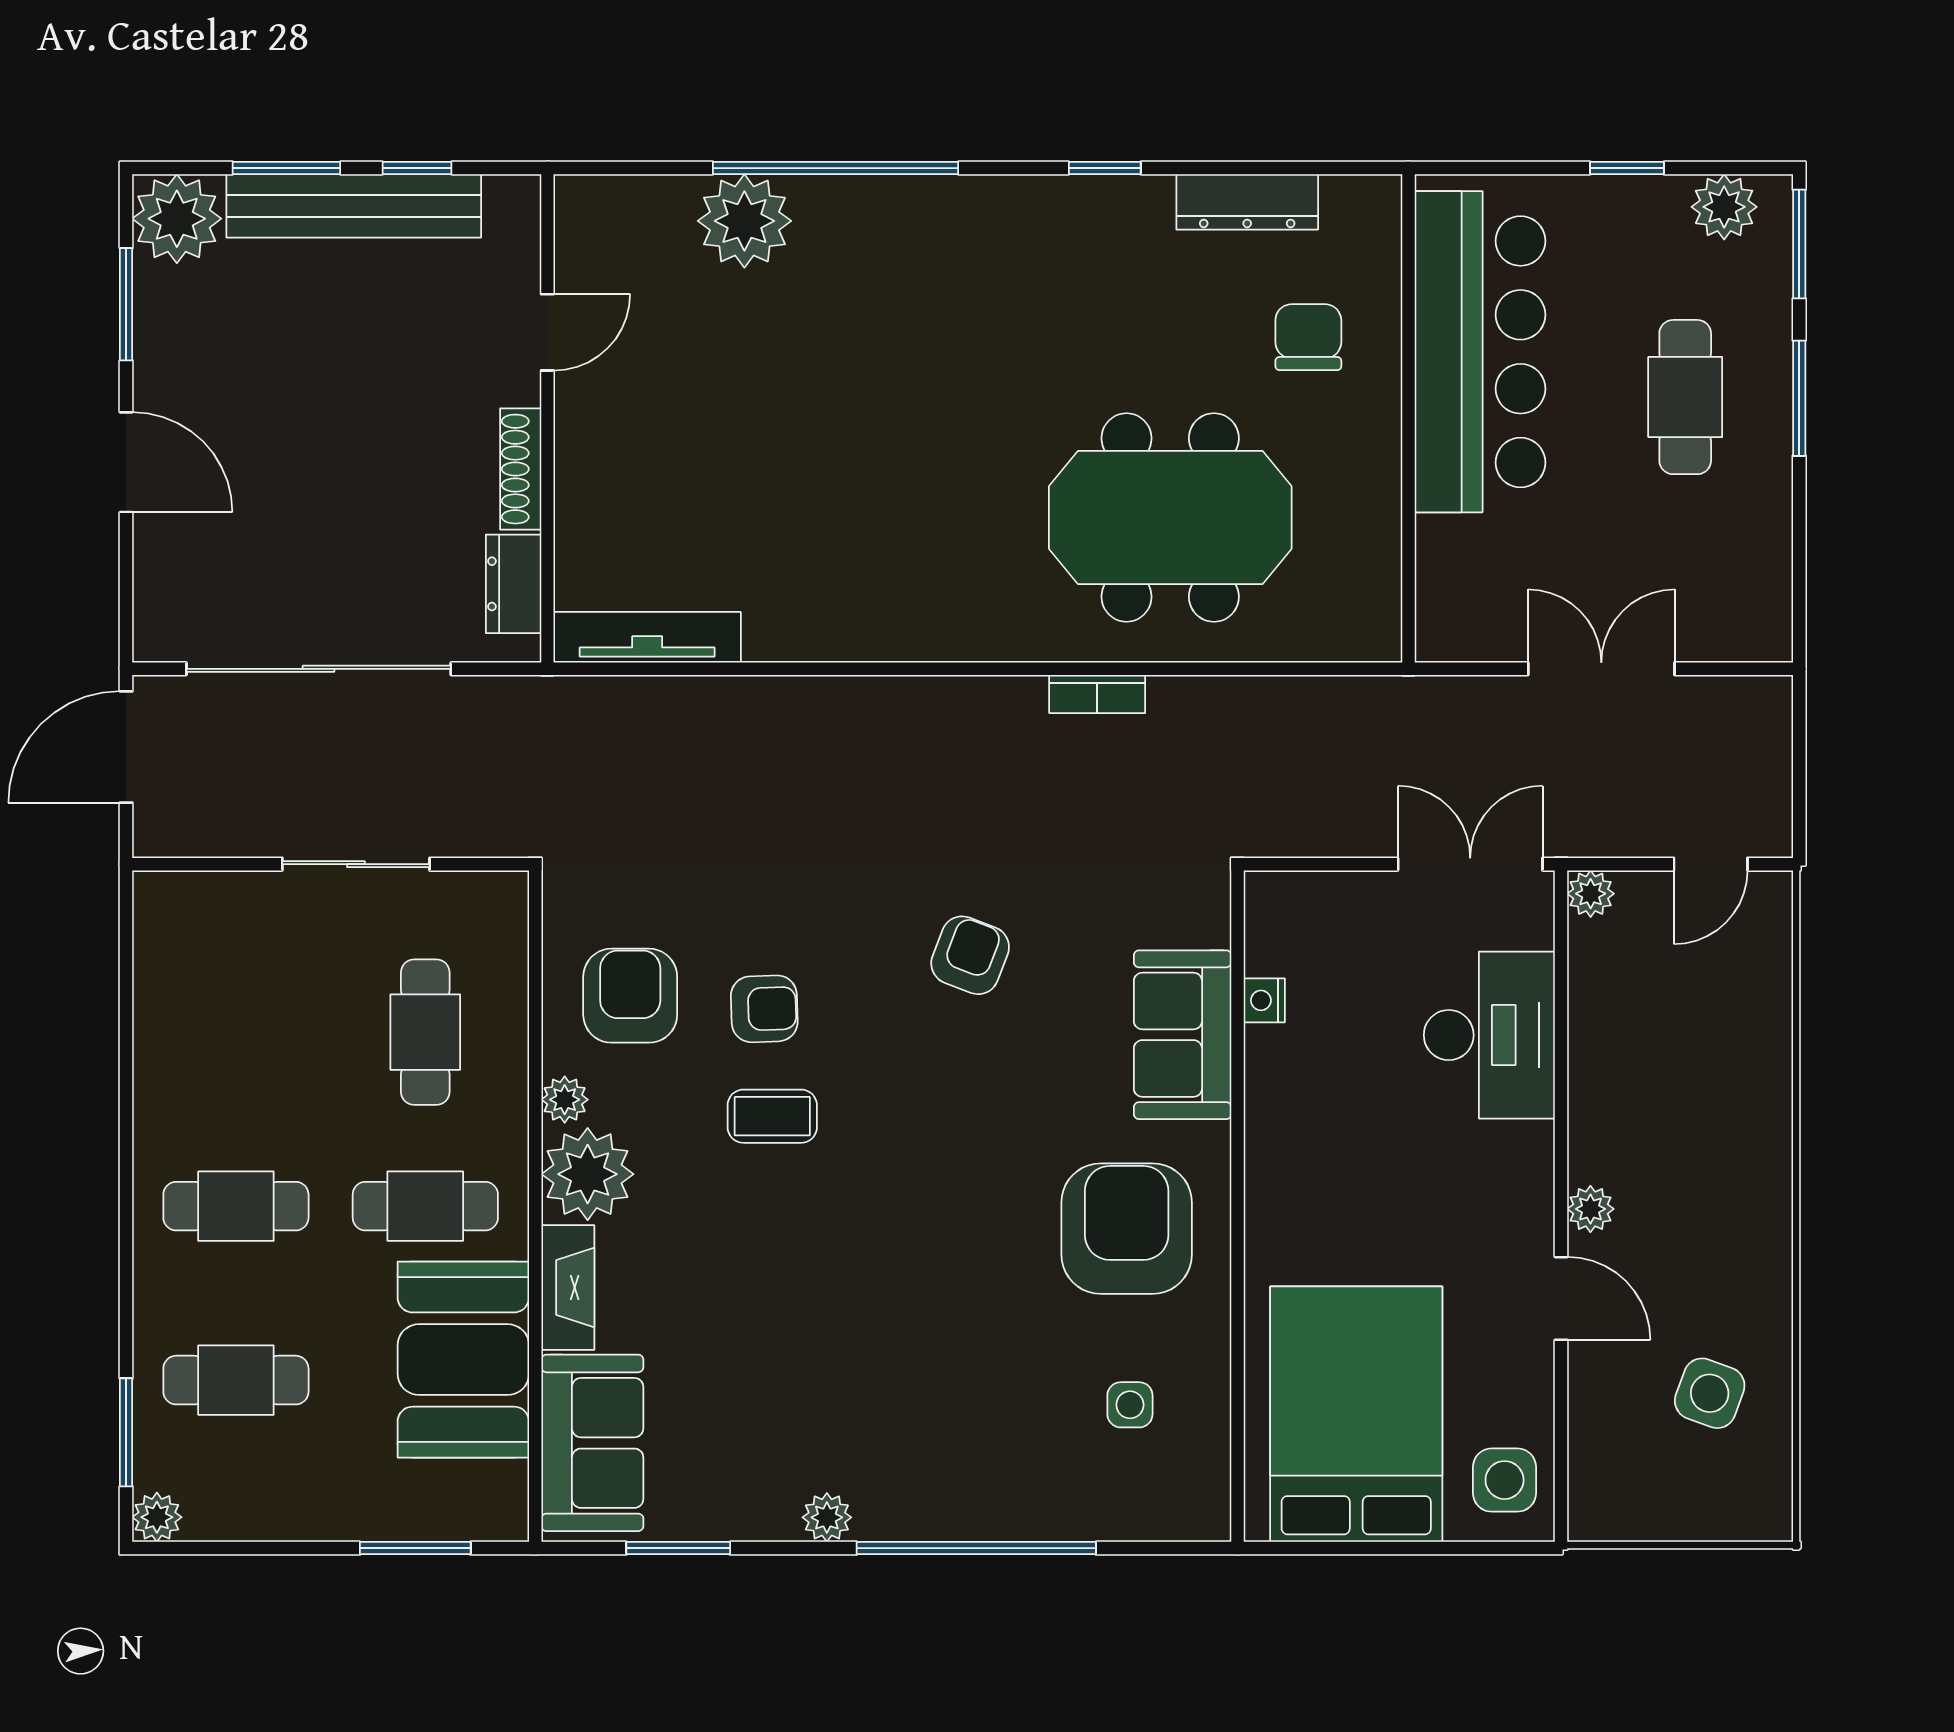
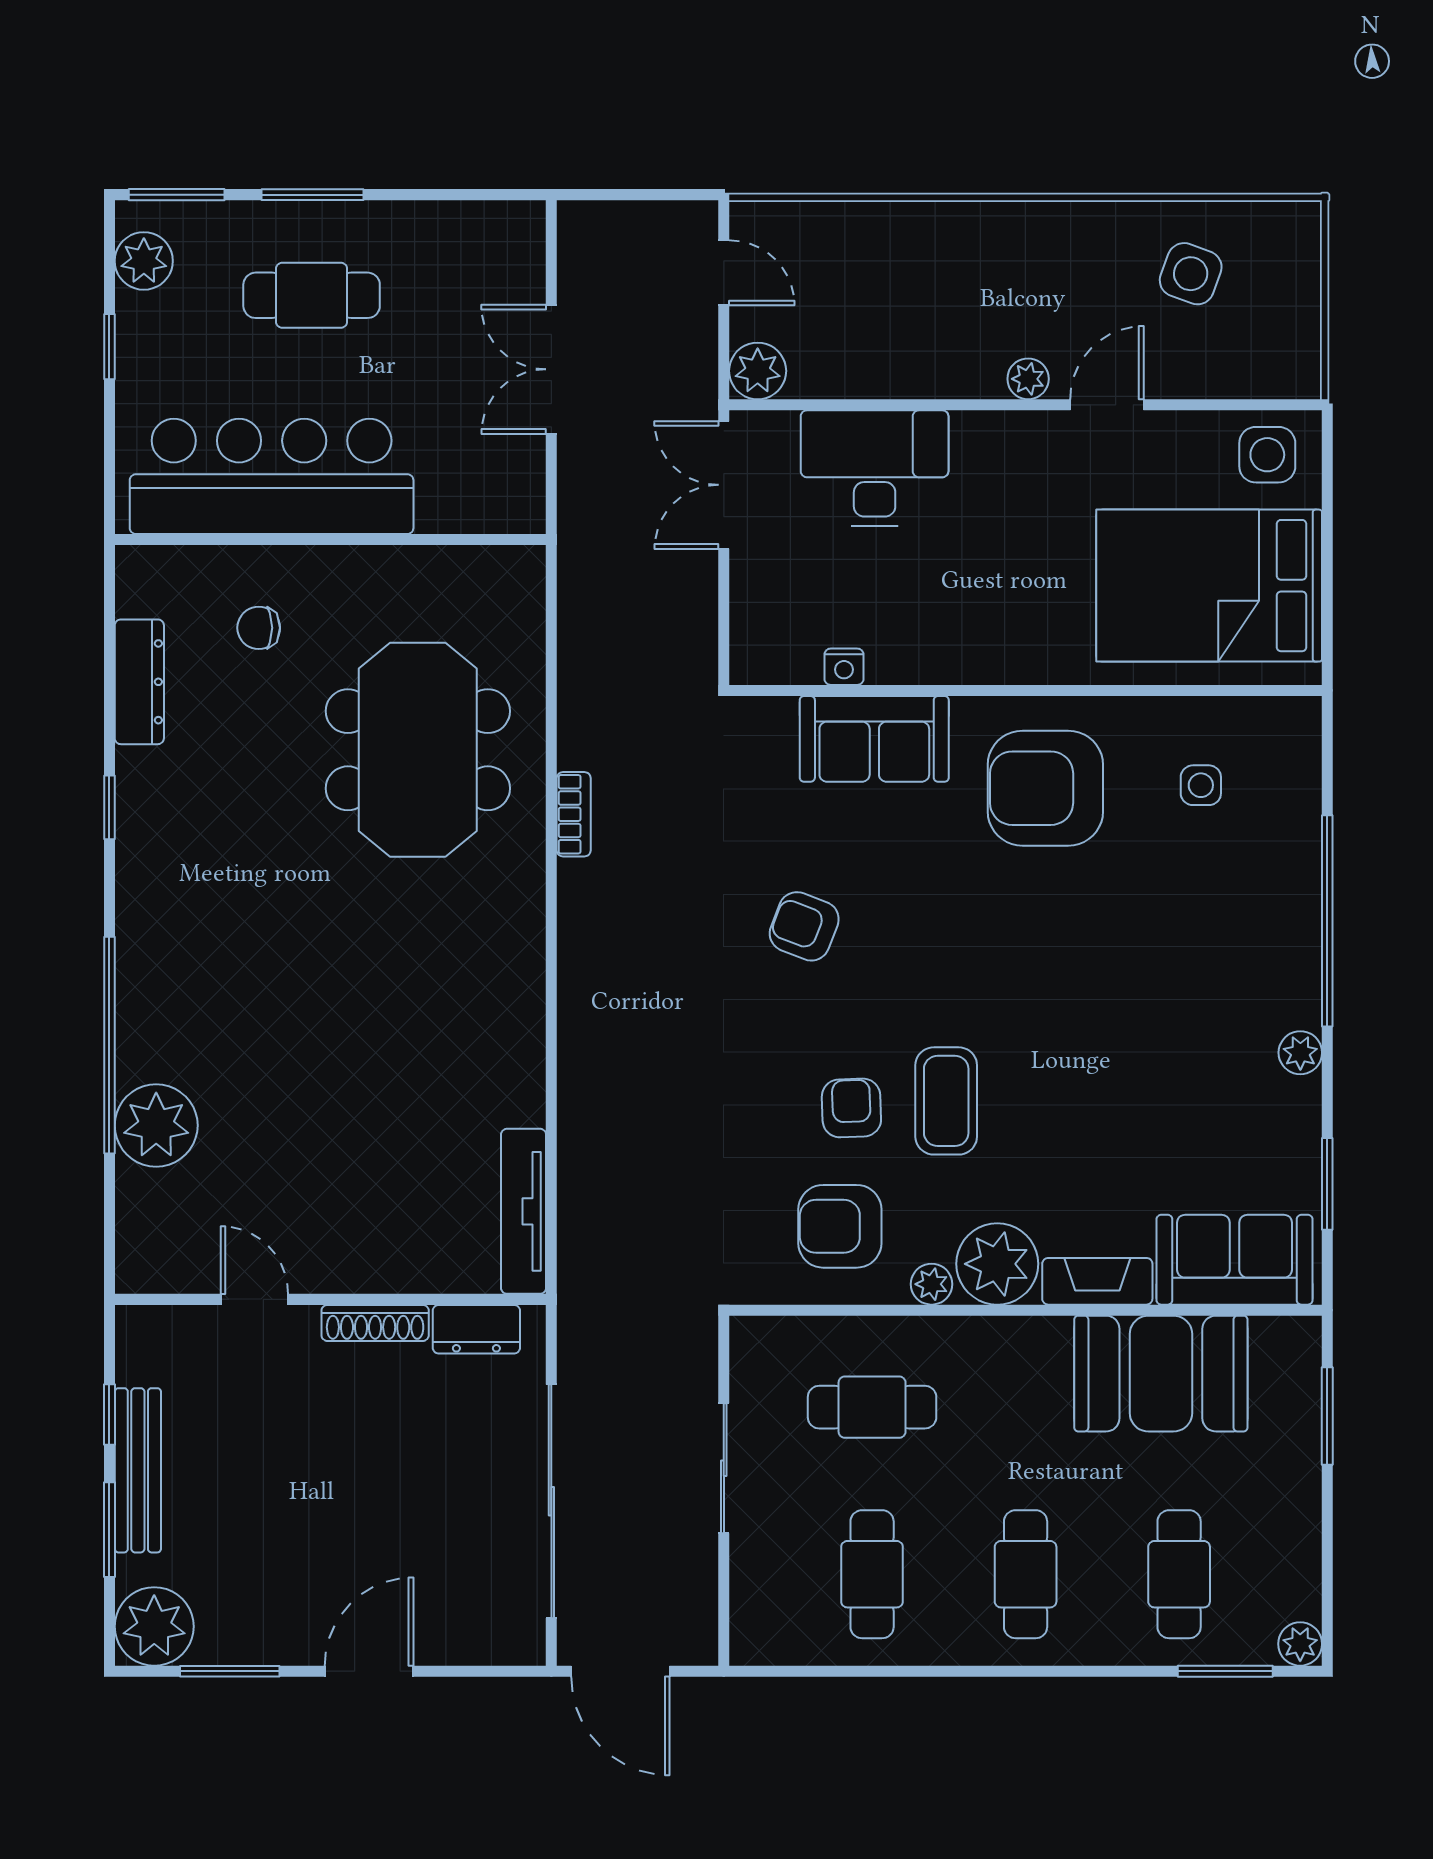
bench: (354, 206) -> (138, 1470), width x0.73, depth x0.82
chair: (1308, 337) -> (259, 628), width x0.73, depth x0.73
plant: (1591, 894) -> (758, 371), width x1.38, depth x1.38
coffee table: (772, 1116) -> (946, 1101), width x1.36, depth x1.30
cafe table: (425, 1206) -> (872, 1574), moved

